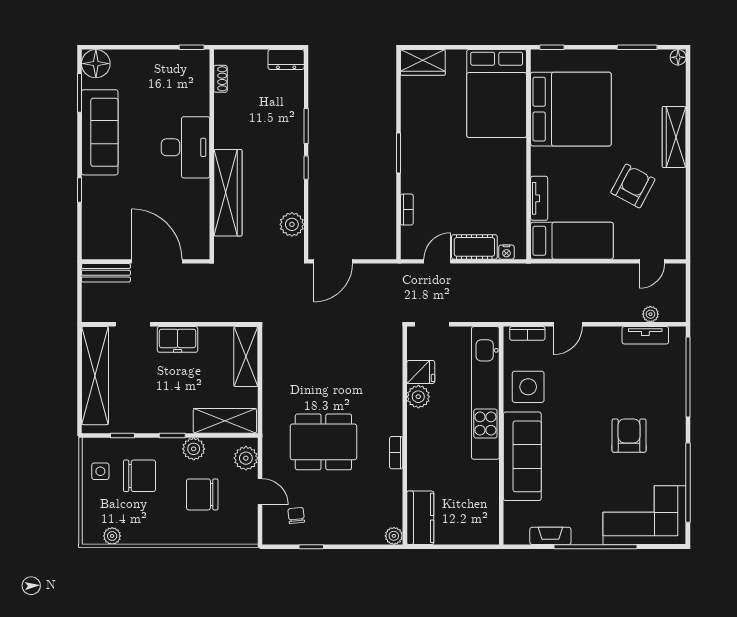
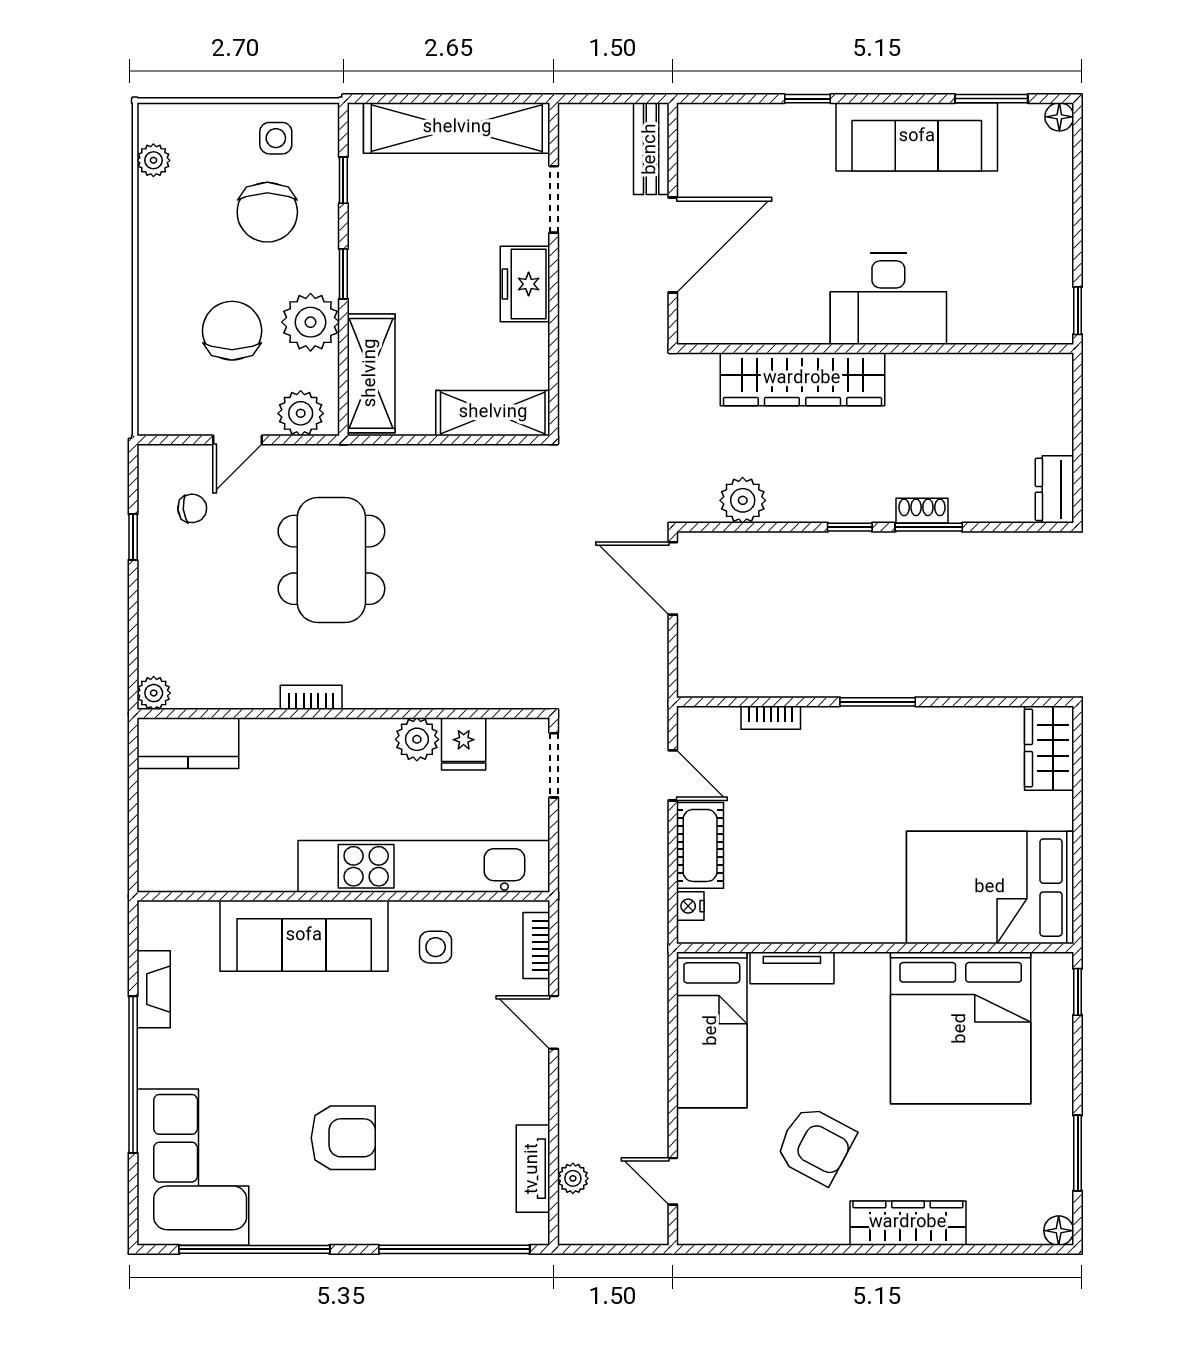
floor lamp: (96, 64) -> (1059, 117), width x0.53, depth x0.53
shoe rack: (220, 79) -> (922, 511), moved, turned 180
side table: (528, 387) -> (436, 947), width x0.54, depth x0.54
plant: (194, 449) -> (311, 322), width x1.36, depth x1.36

